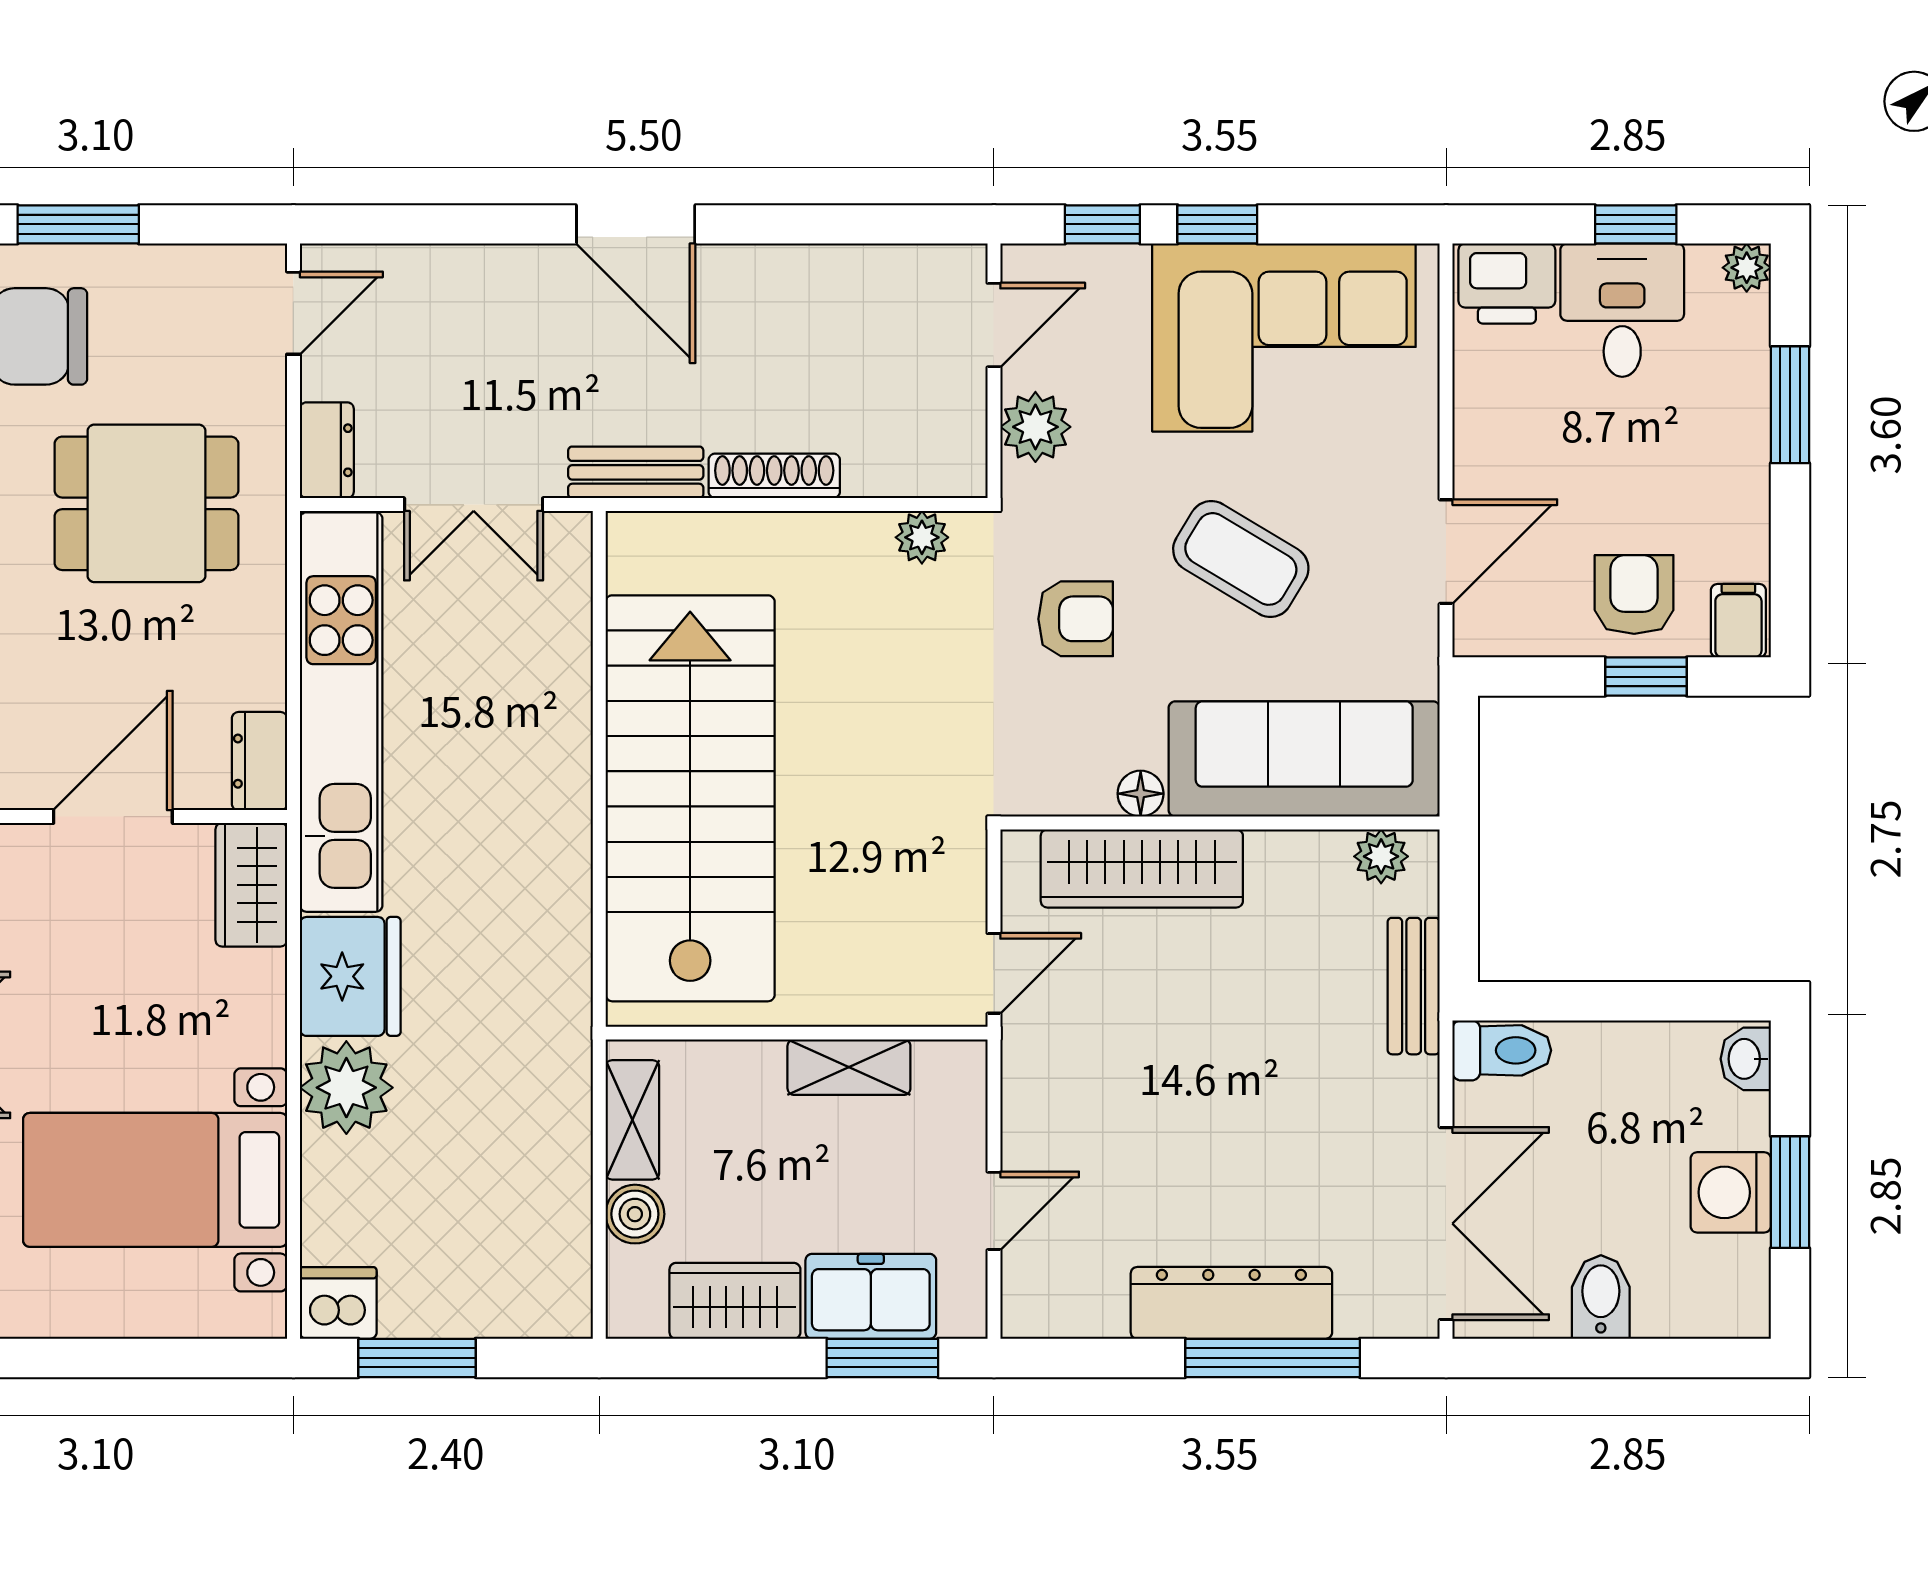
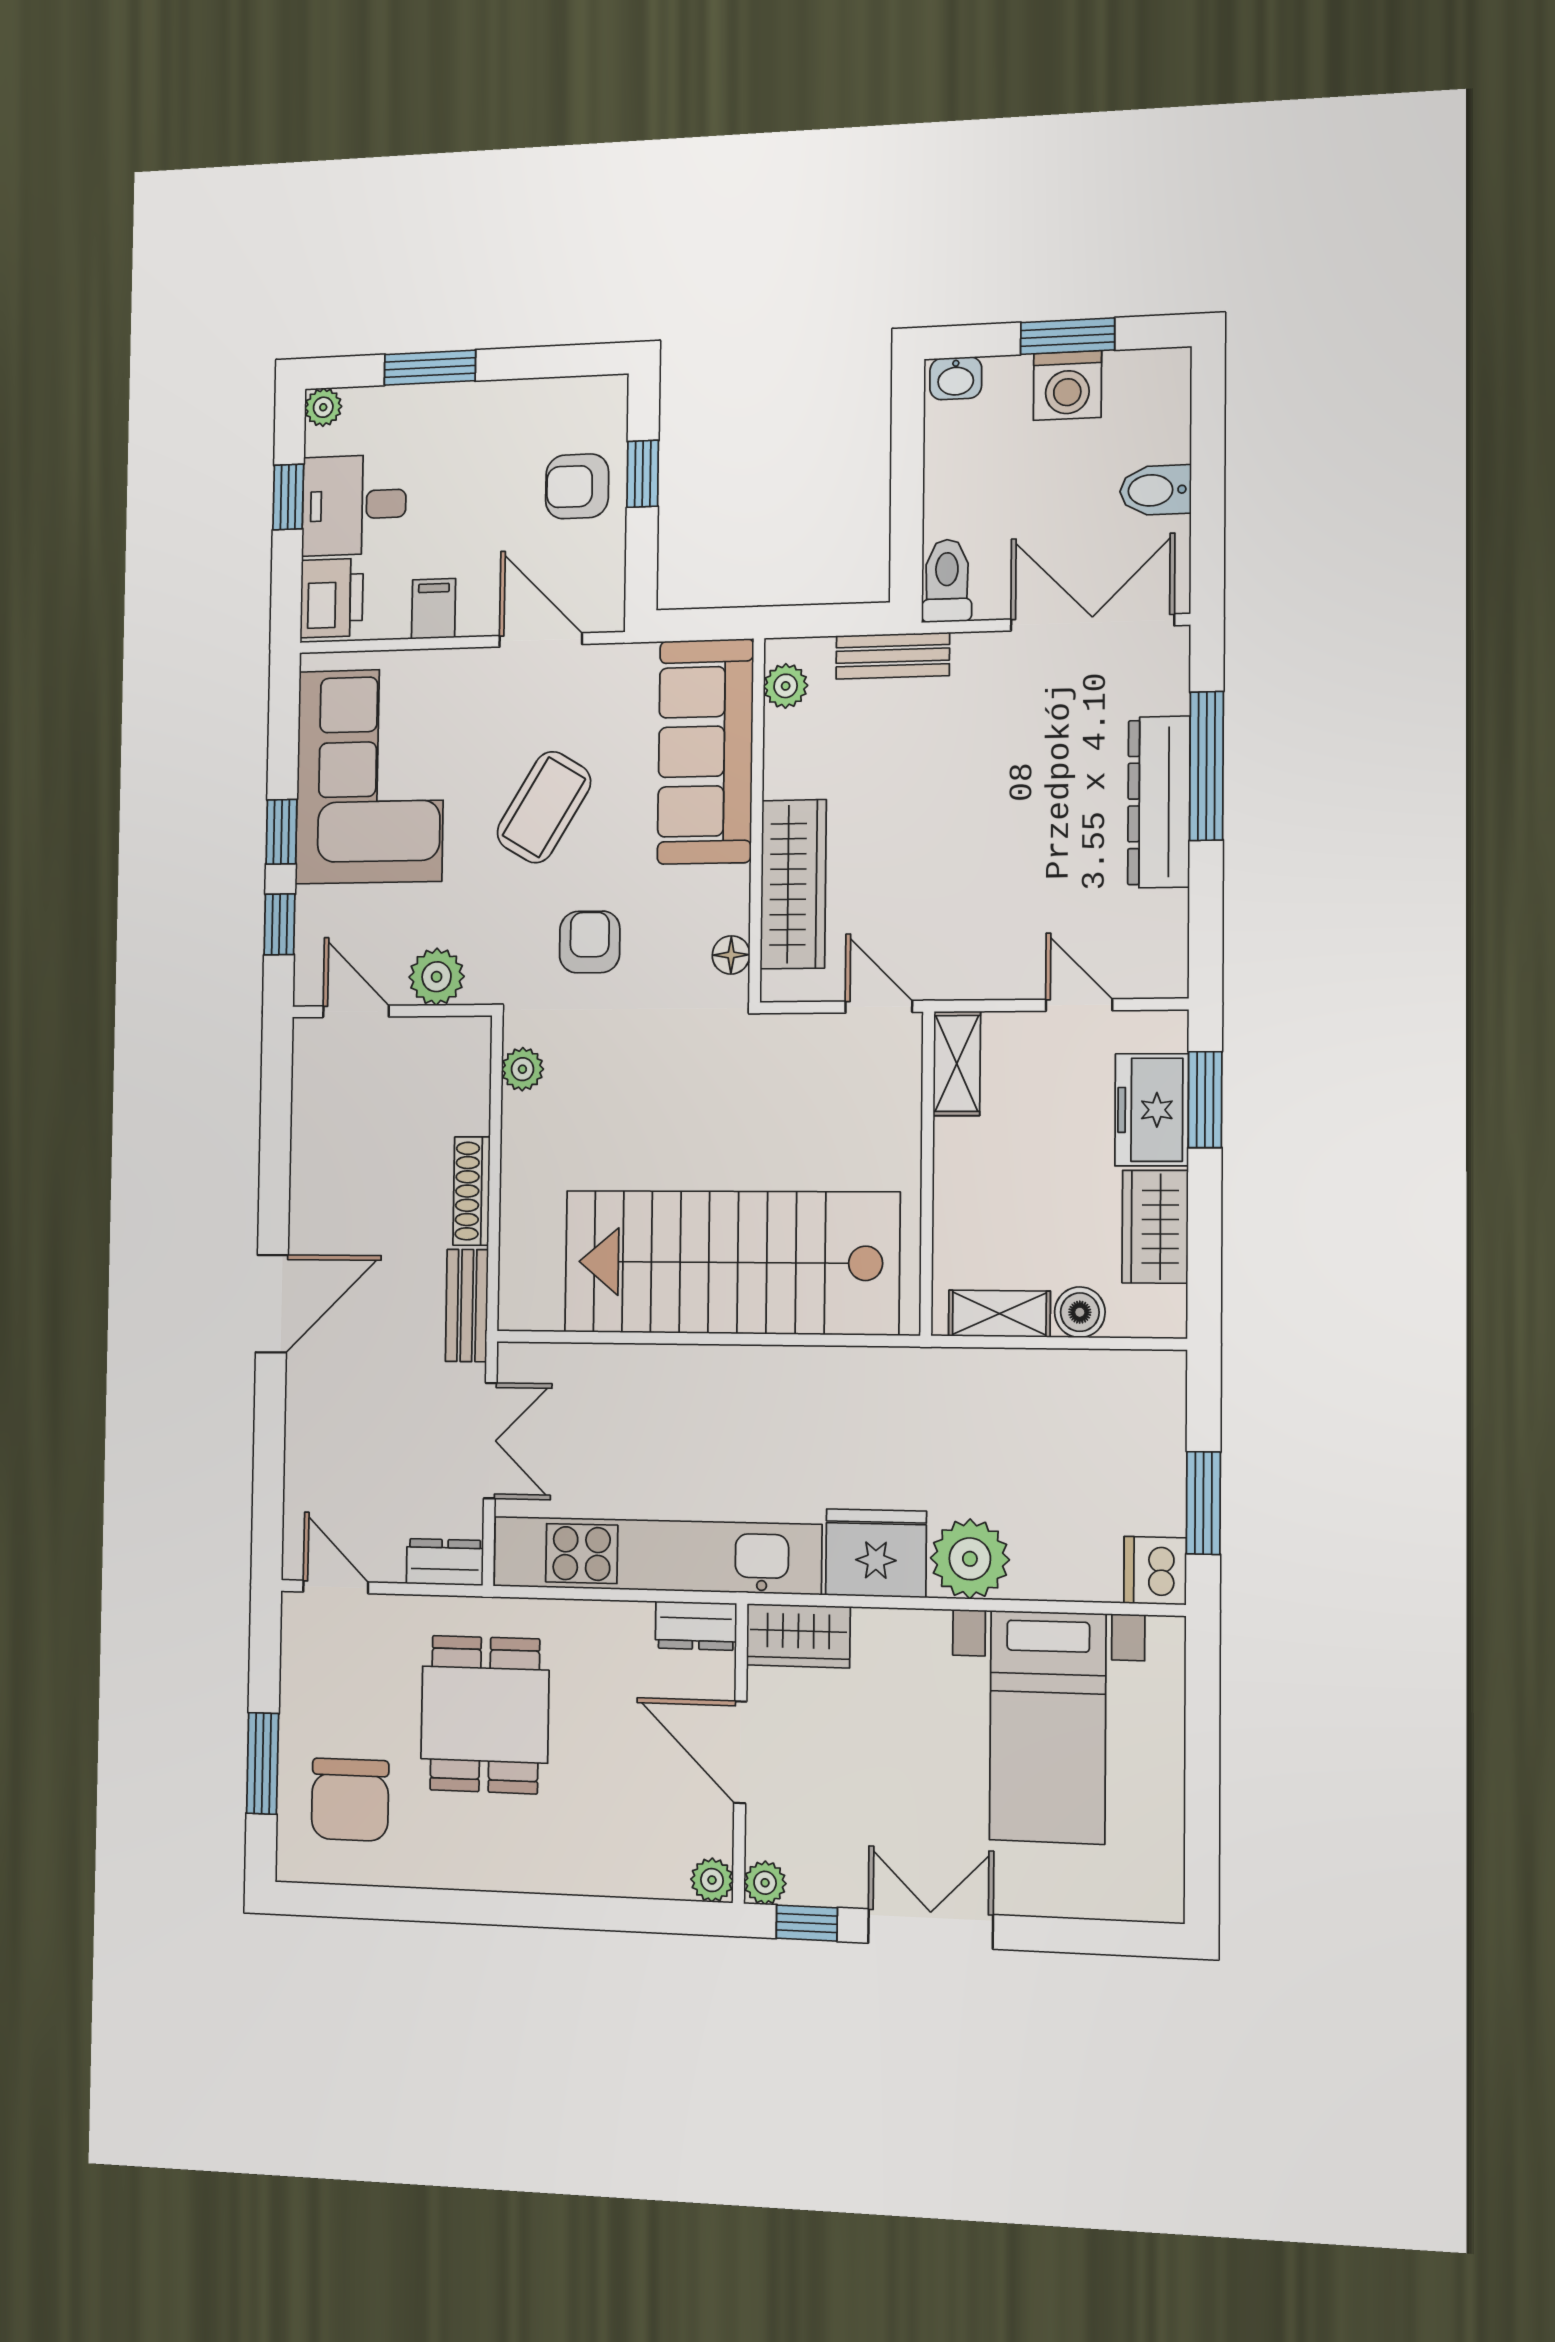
filing cabinet: (1738, 621) -> (434, 609), moved, turned 90
floor lamp: (1141, 794) -> (731, 955), moved
shelving: (849, 1067) -> (957, 1063), moved

